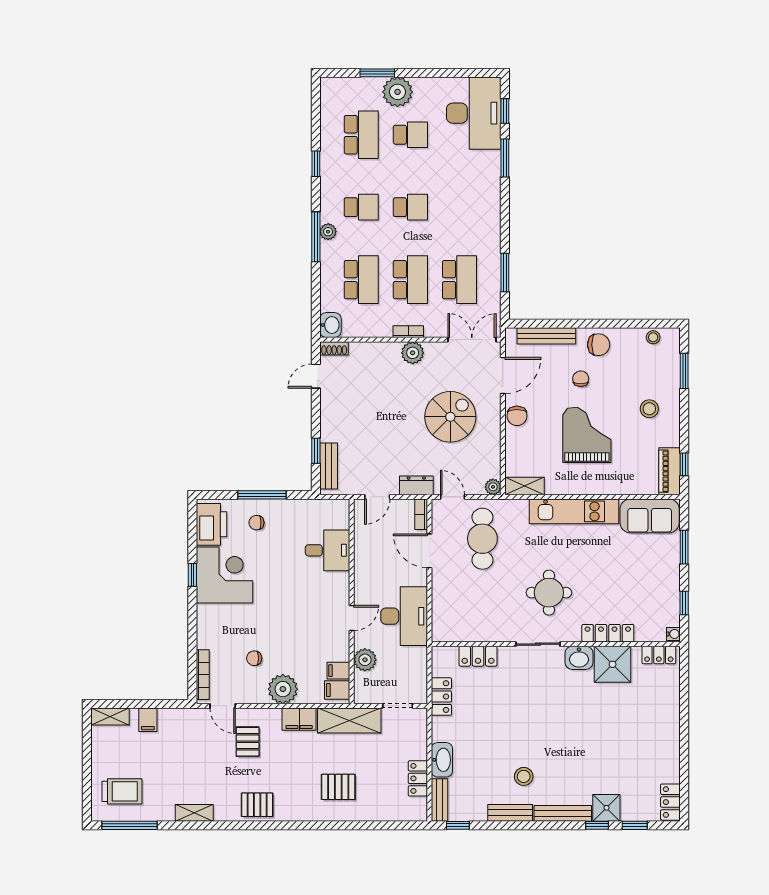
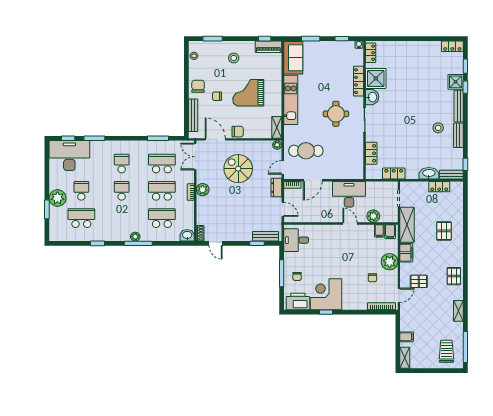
school desk: (361, 207) -> (122, 164), moved
desk: (328, 550) -> (296, 240), moved, turned -90

